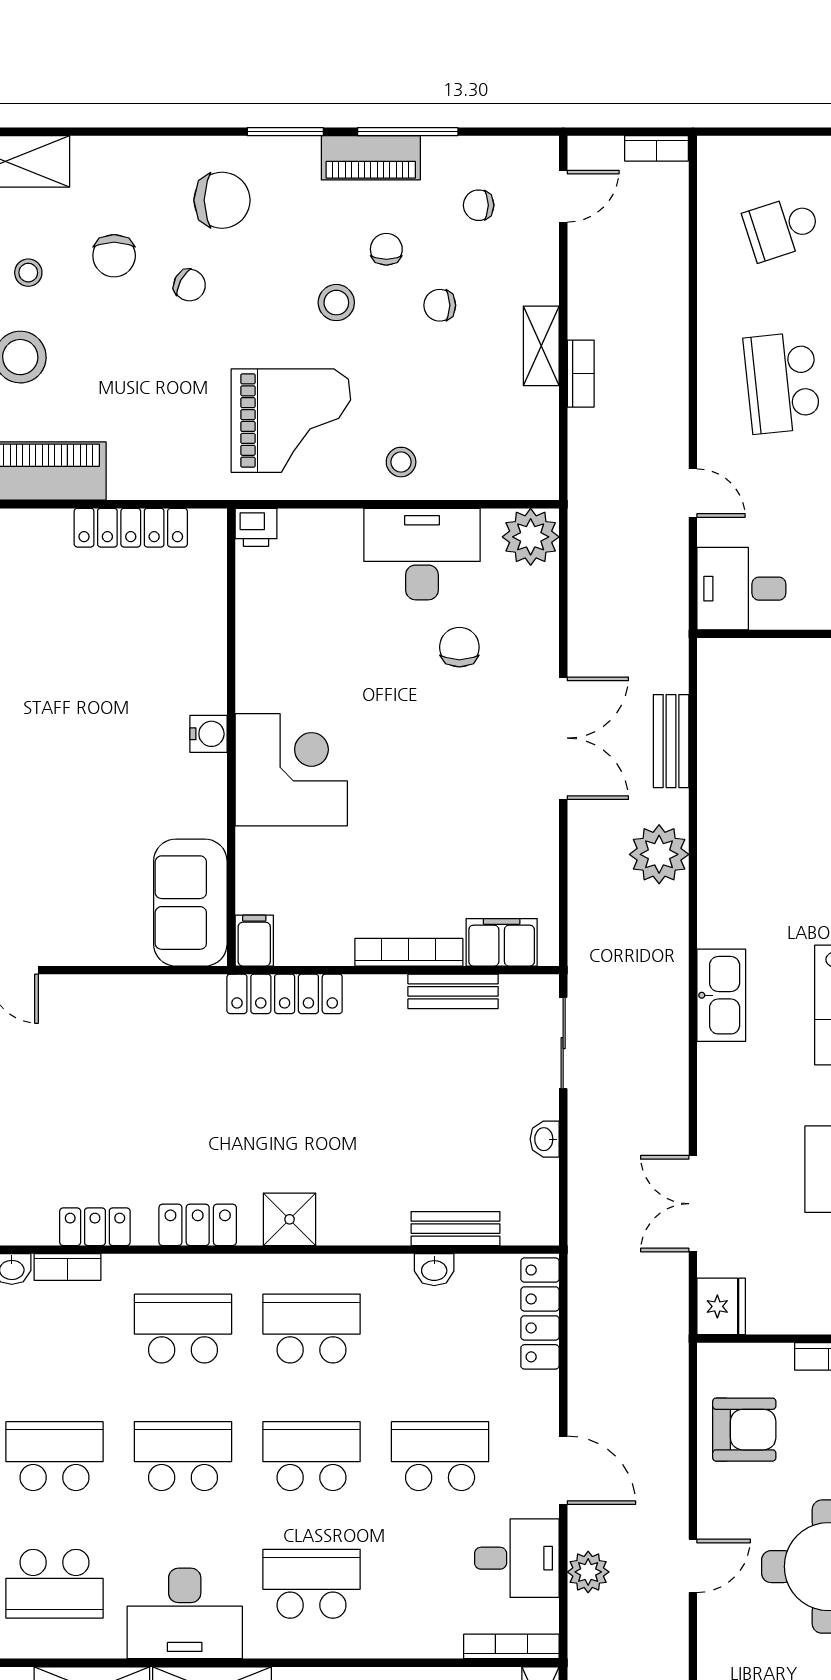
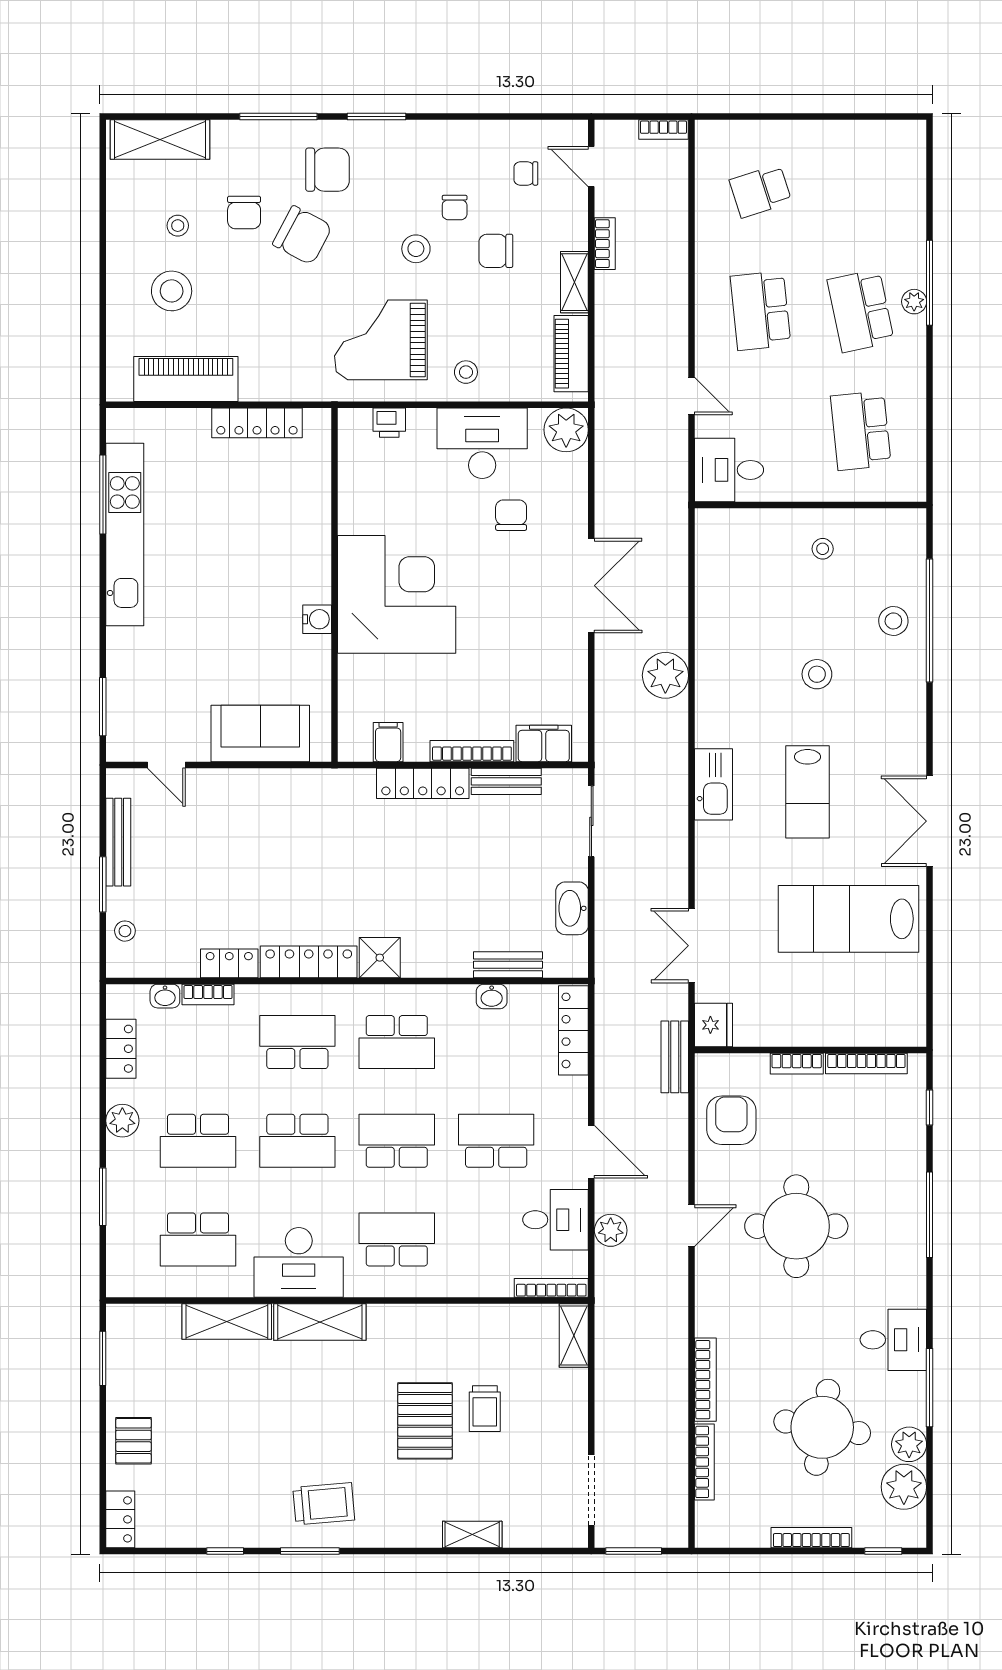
window: (408, 132) -> (278, 117), moved
piano: (371, 158) -> (571, 354), moved, turned 90
door: (563, 196) -> (591, 166), swing flipped
chair: (386, 249) -> (455, 208), turned 180
chair: (190, 285) -> (302, 235), width x1.87, depth x1.87
chair: (440, 305) -> (496, 251), width x1.37, depth x1.37
bookcase: (581, 374) -> (605, 244), moved
grand piano: (291, 421) -> (381, 340), turned 180
printer: (256, 527) -> (389, 423), moved
water cooler: (208, 734) -> (317, 619), moved
bench: (671, 741) -> (675, 1057), moved
corner desk: (291, 770) -> (397, 594), width x1.36, depth x1.36
sofa: (190, 903) -> (260, 733), moved, turned 90
filing cabinet: (254, 941) -> (388, 742), moved
locker: (285, 994) -> (423, 783), moved
washbasin: (545, 1139) -> (572, 908), width x1.91, depth x1.45
locker: (198, 1225) -> (309, 962), width x1.53
school desk: (312, 1329) -> (397, 1042), turned 180
armchair: (744, 1430) -> (731, 1120), turned -90
school desk: (54, 1456) -> (198, 1141), turned 180
school desk: (183, 1456) -> (297, 1141), turned 180

